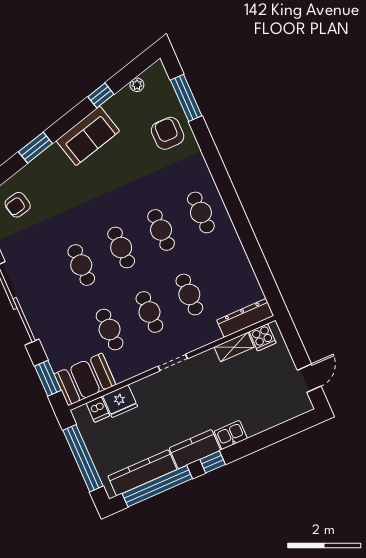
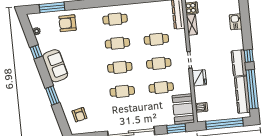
fridge: (120, 401) -> (199, 78), moved
kitchen sink: (231, 435) -> (236, 22), moved

